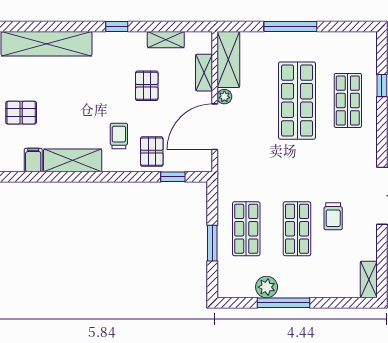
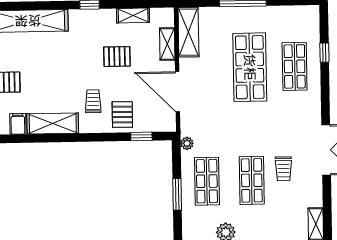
pallet: (147, 86) -> (117, 57), turned 90
plant: (224, 97) -> (187, 143), moved
door: (215, 127) -> (178, 92), hinge flipped

